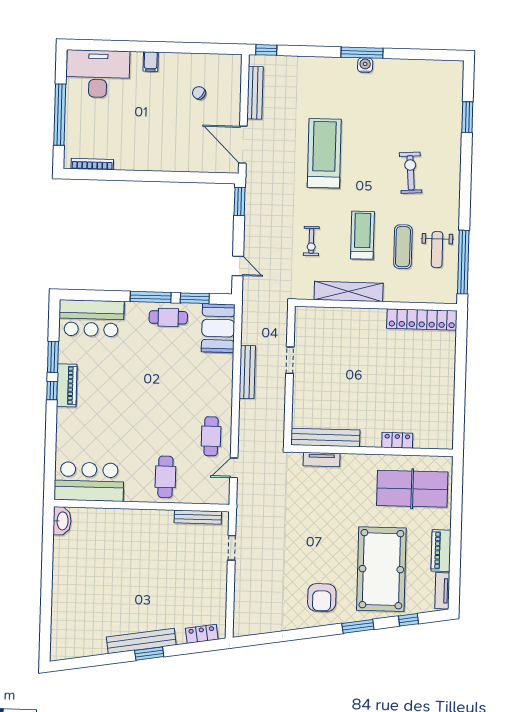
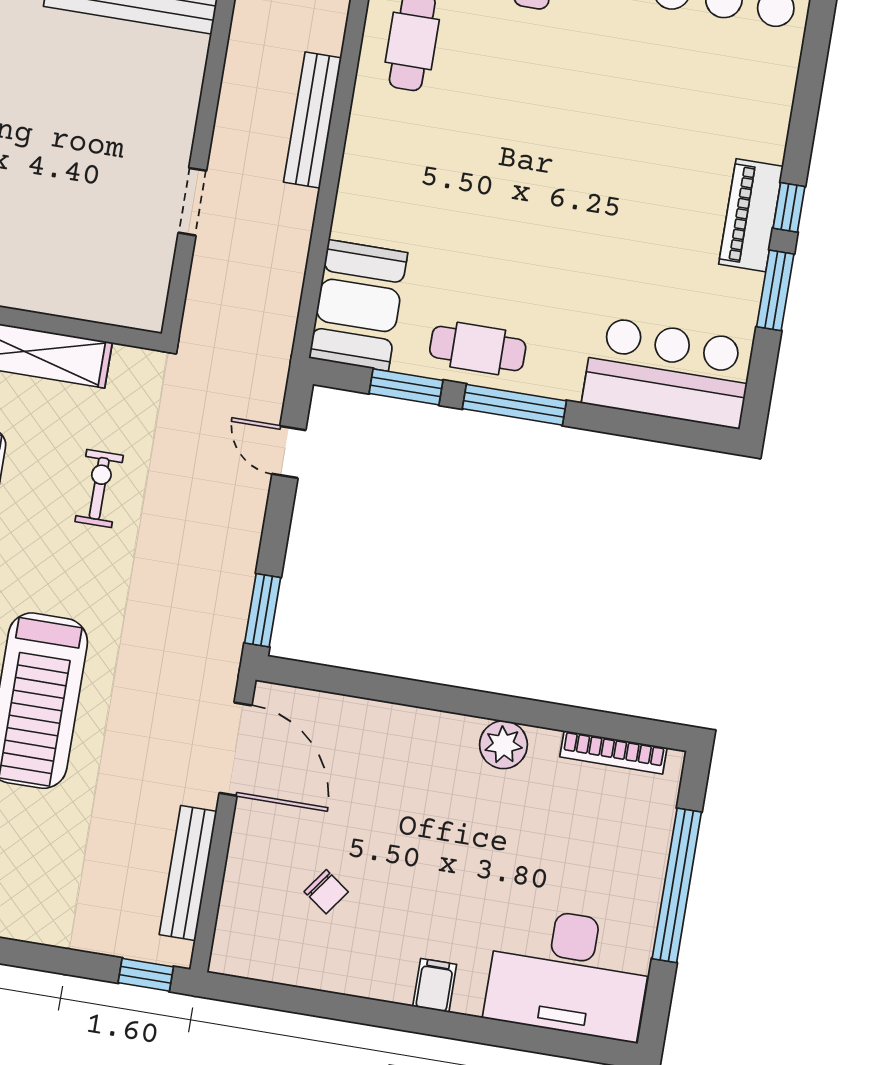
plant: (136, 161) -> (503, 745), added
bench: (247, 372) -> (313, 120), moved

